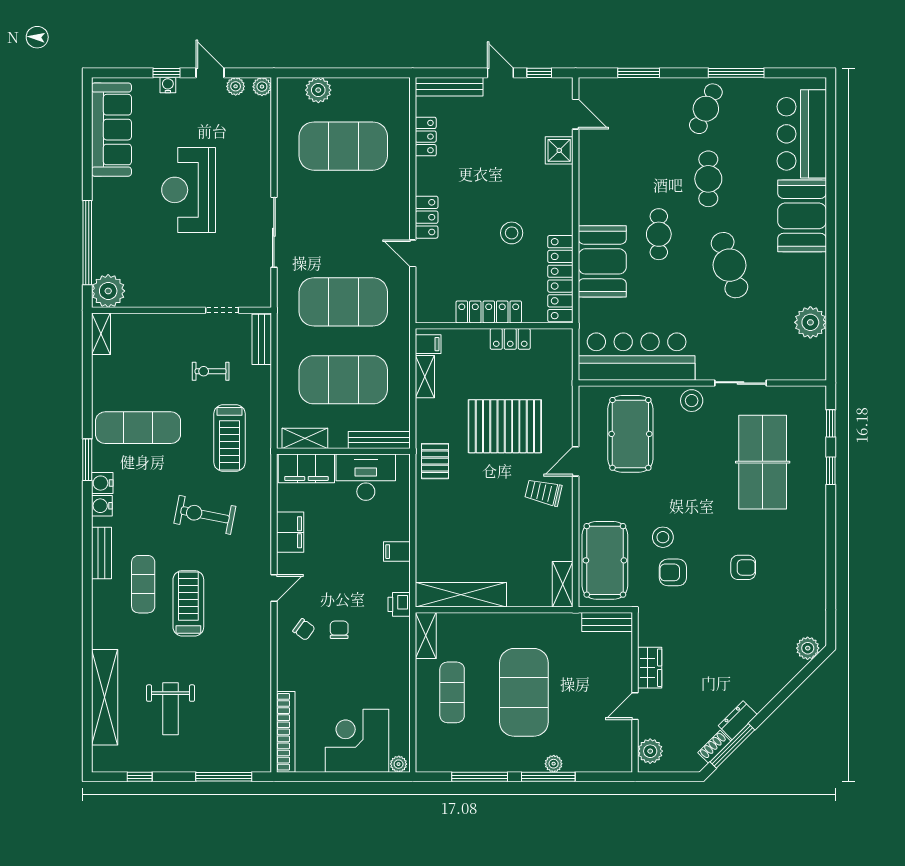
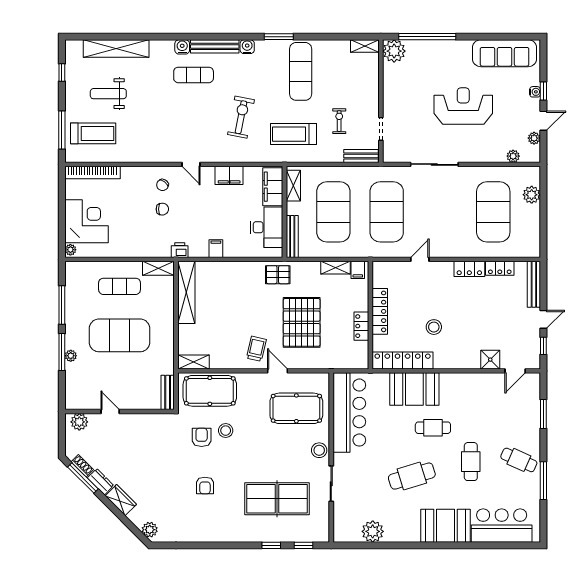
plant: (262, 87) -> (513, 156), moved
cafe table: (708, 179) -> (471, 462), turned 90
locker: (427, 217) -> (469, 269), moved
water cooler: (102, 483) -> (182, 47), moved
bench: (101, 553) -> (215, 46), width x1.36
treadmill: (188, 603) -> (93, 133), moved
wardrobe: (650, 668) -> (121, 500), moved, turned -135

